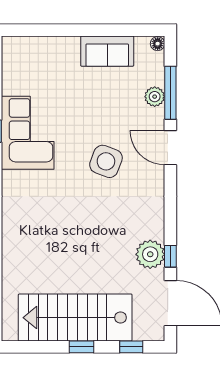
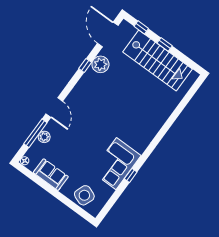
side table: (106, 161) -> (84, 195), moved
window: (170, 256) -> (85, 65), moved

